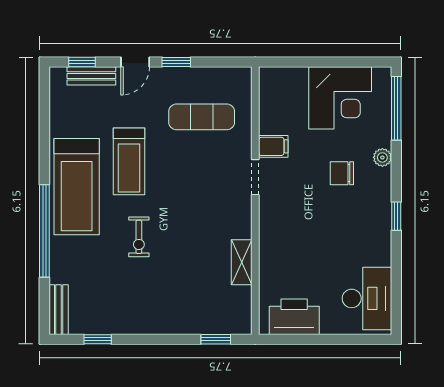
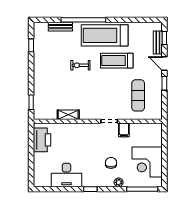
desk: (367, 298) -> (66, 175), moved
bench: (59, 310) -> (60, 27), moved

